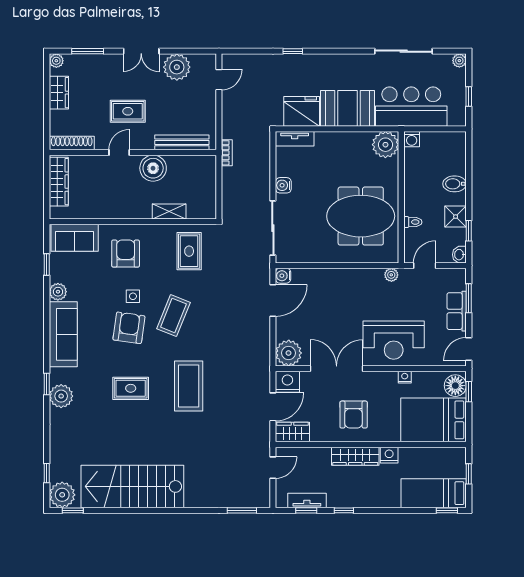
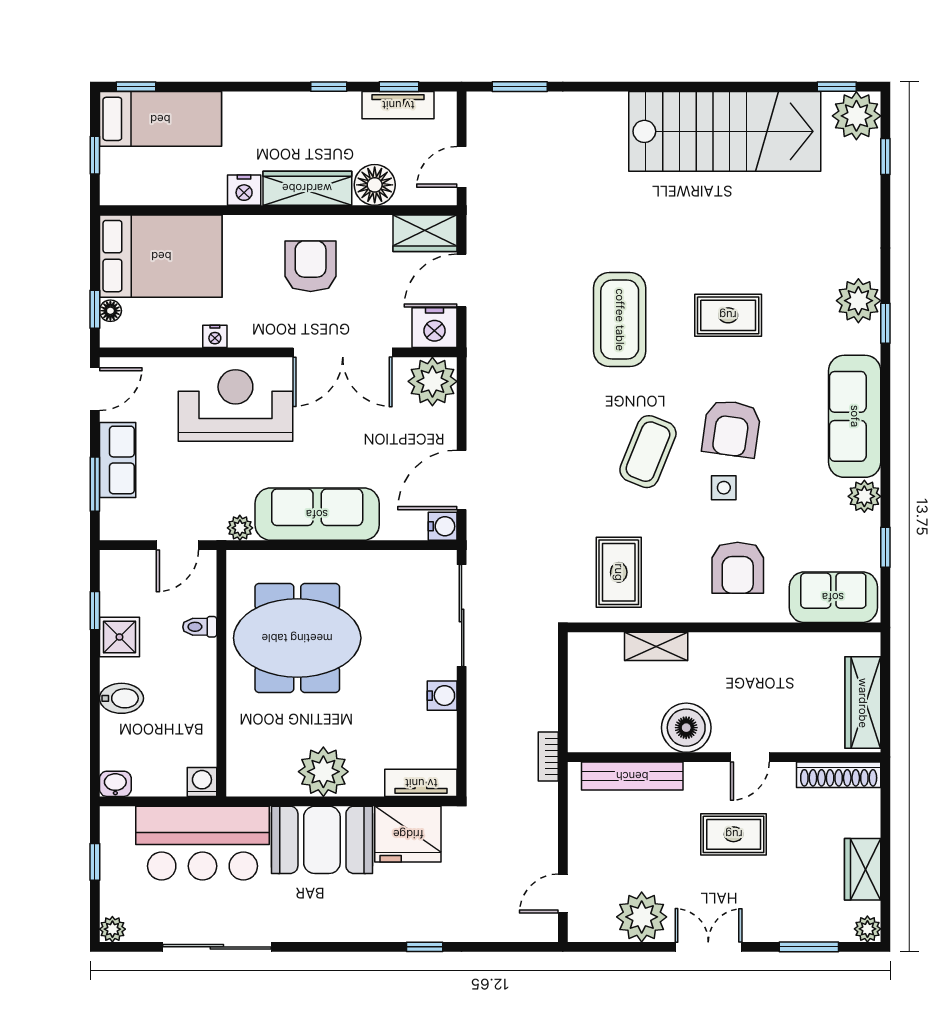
plant: (385, 145) -> (323, 772), moved
washbasin: (459, 255) -> (115, 784), moved, turned -90
sofa: (350, 282) -> (317, 514), added
floor lamp: (455, 386) -> (110, 311), width x0.53, depth x0.53
floor lamp: (319, 458) -> (375, 185), added

